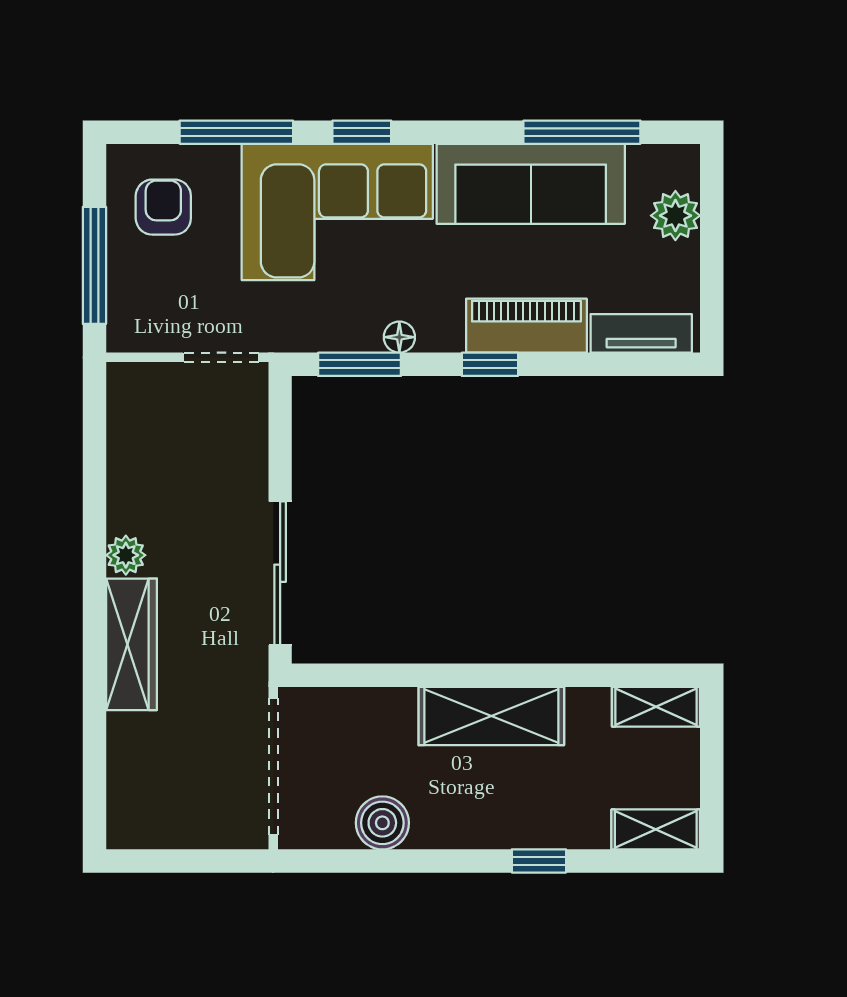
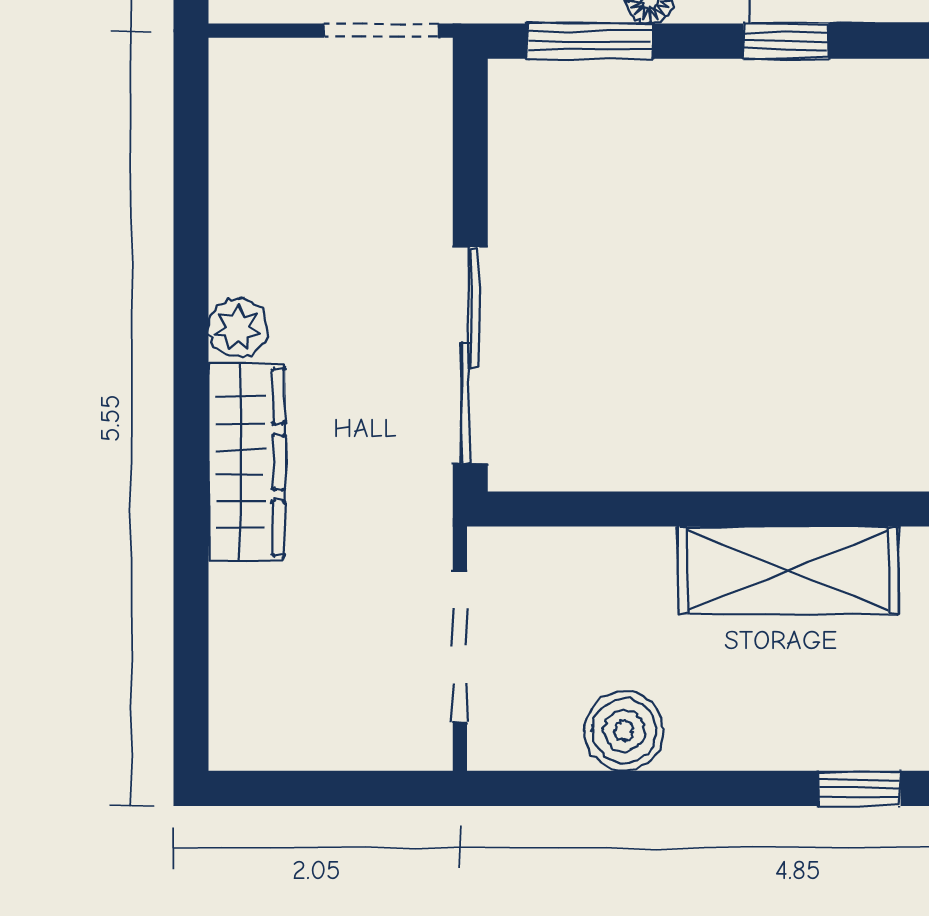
doorway: (273, 766) -> (460, 646), width x0.73

